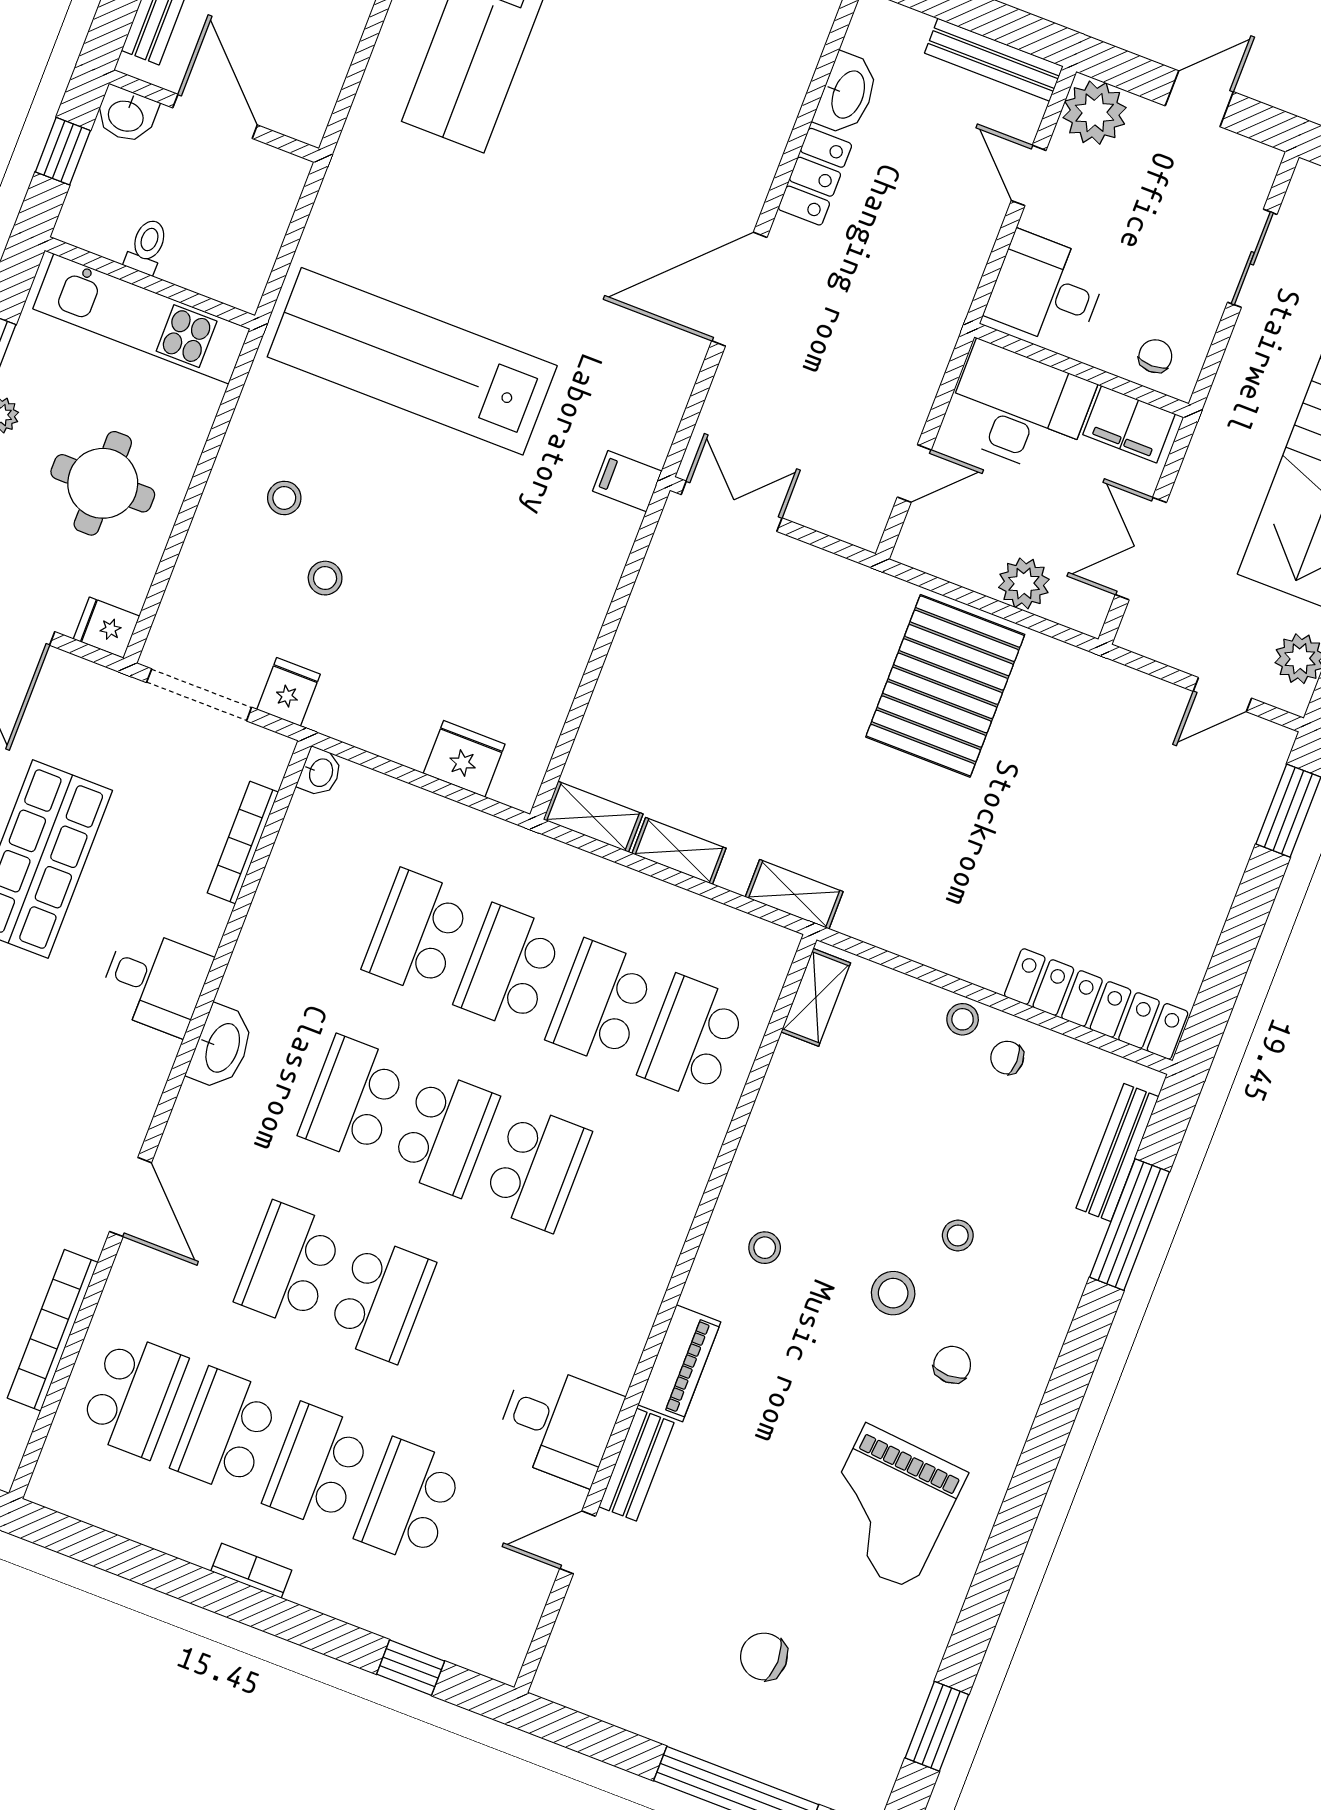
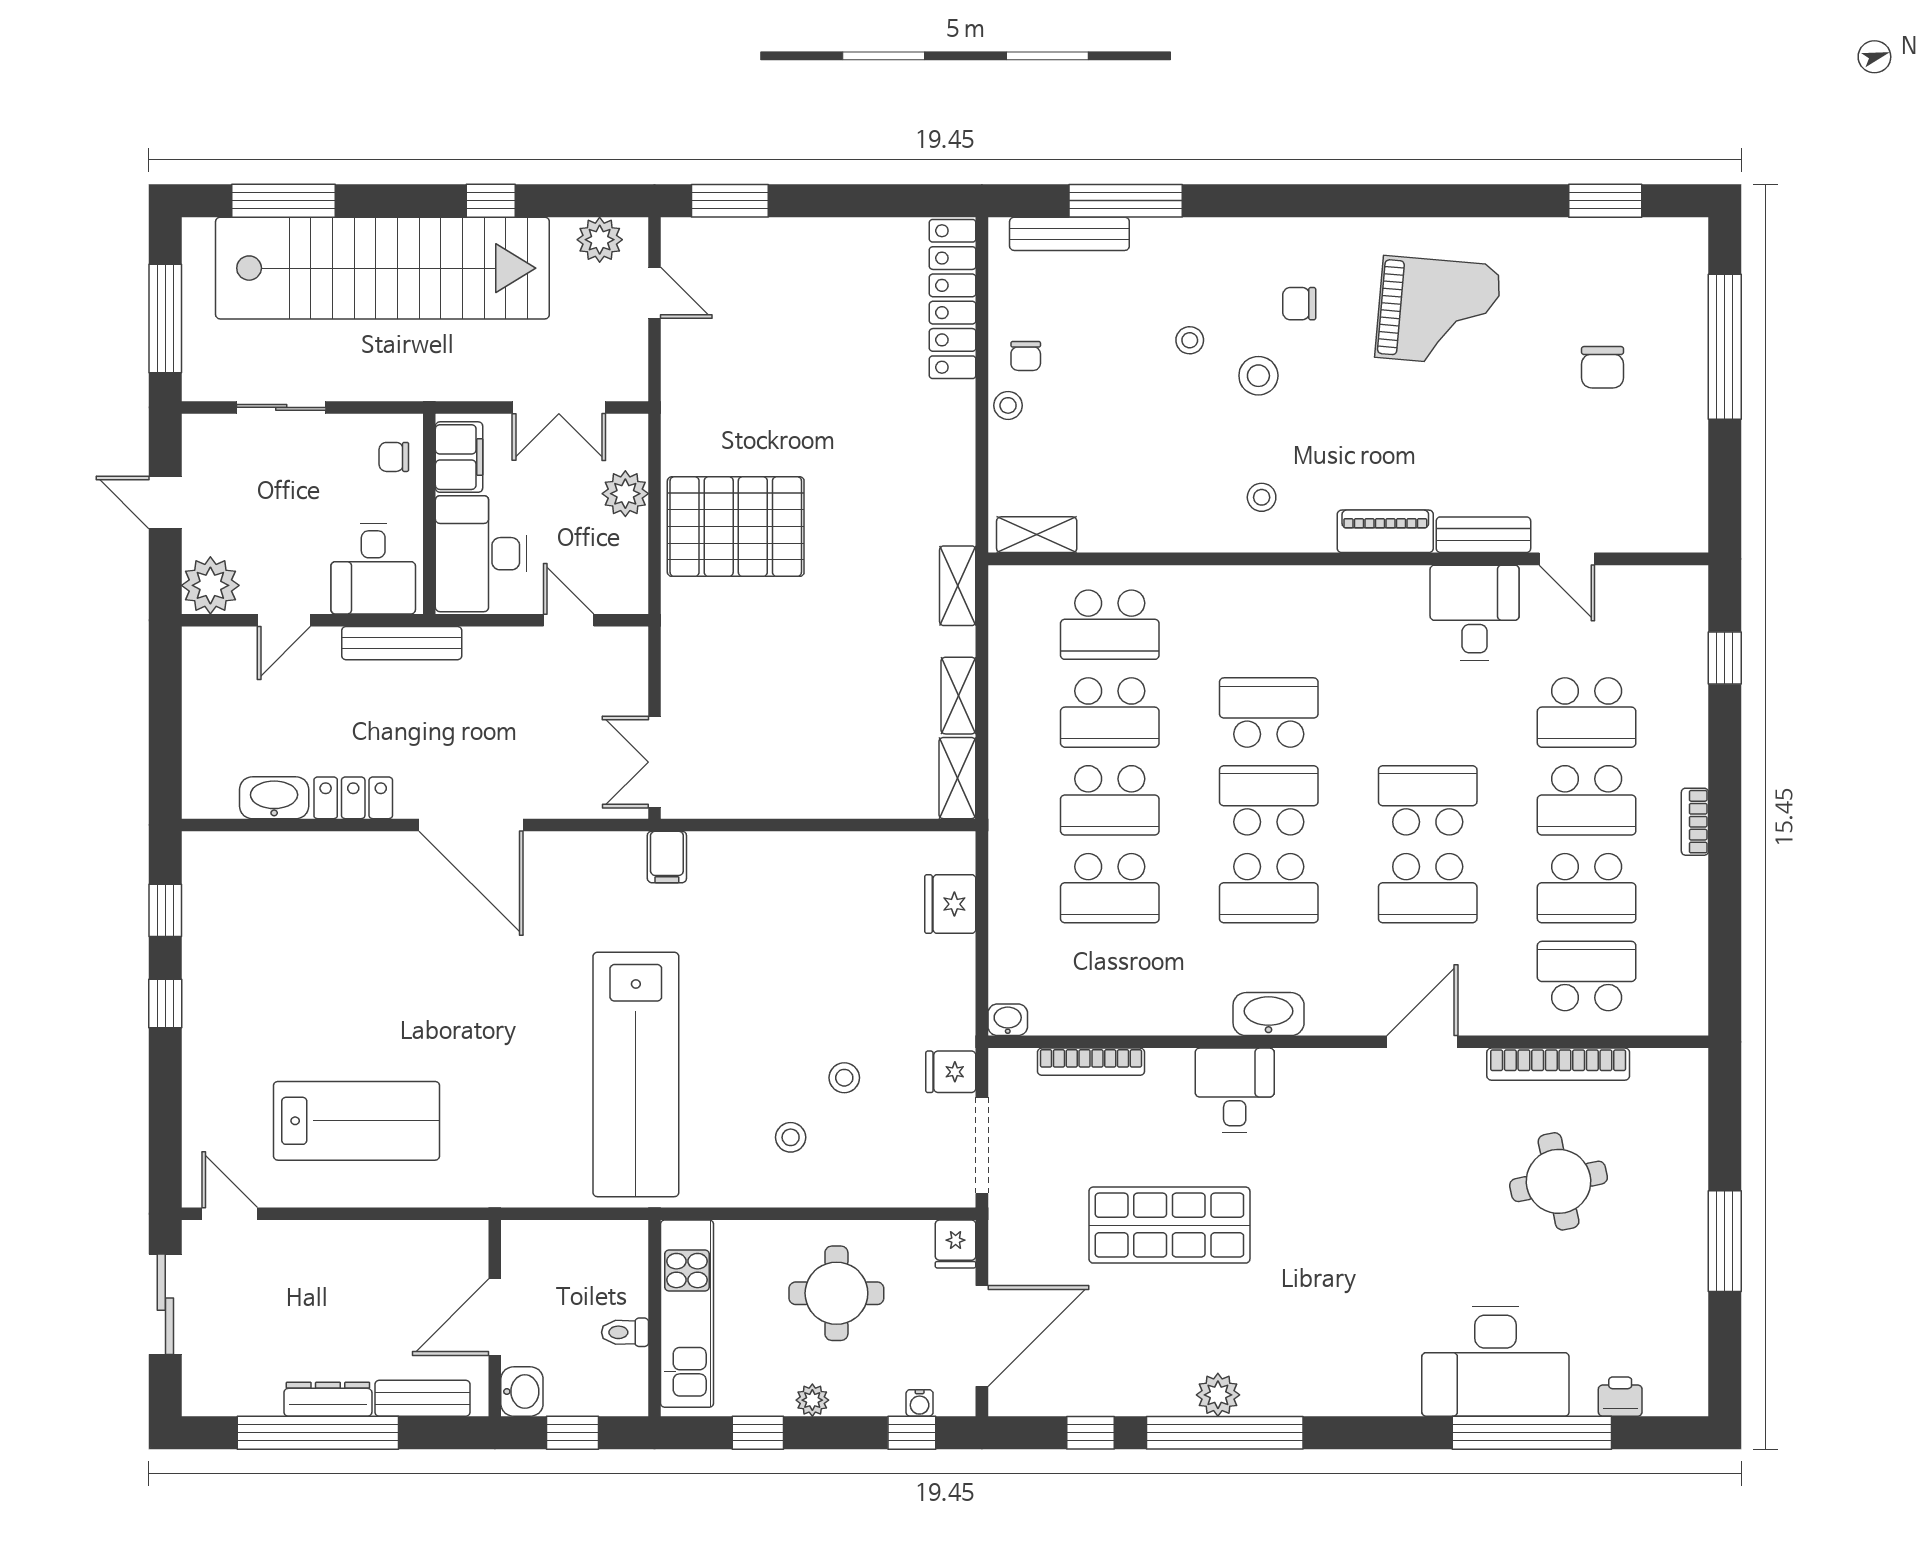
bench: (994, 60) -> (402, 643), moved, turned 90

